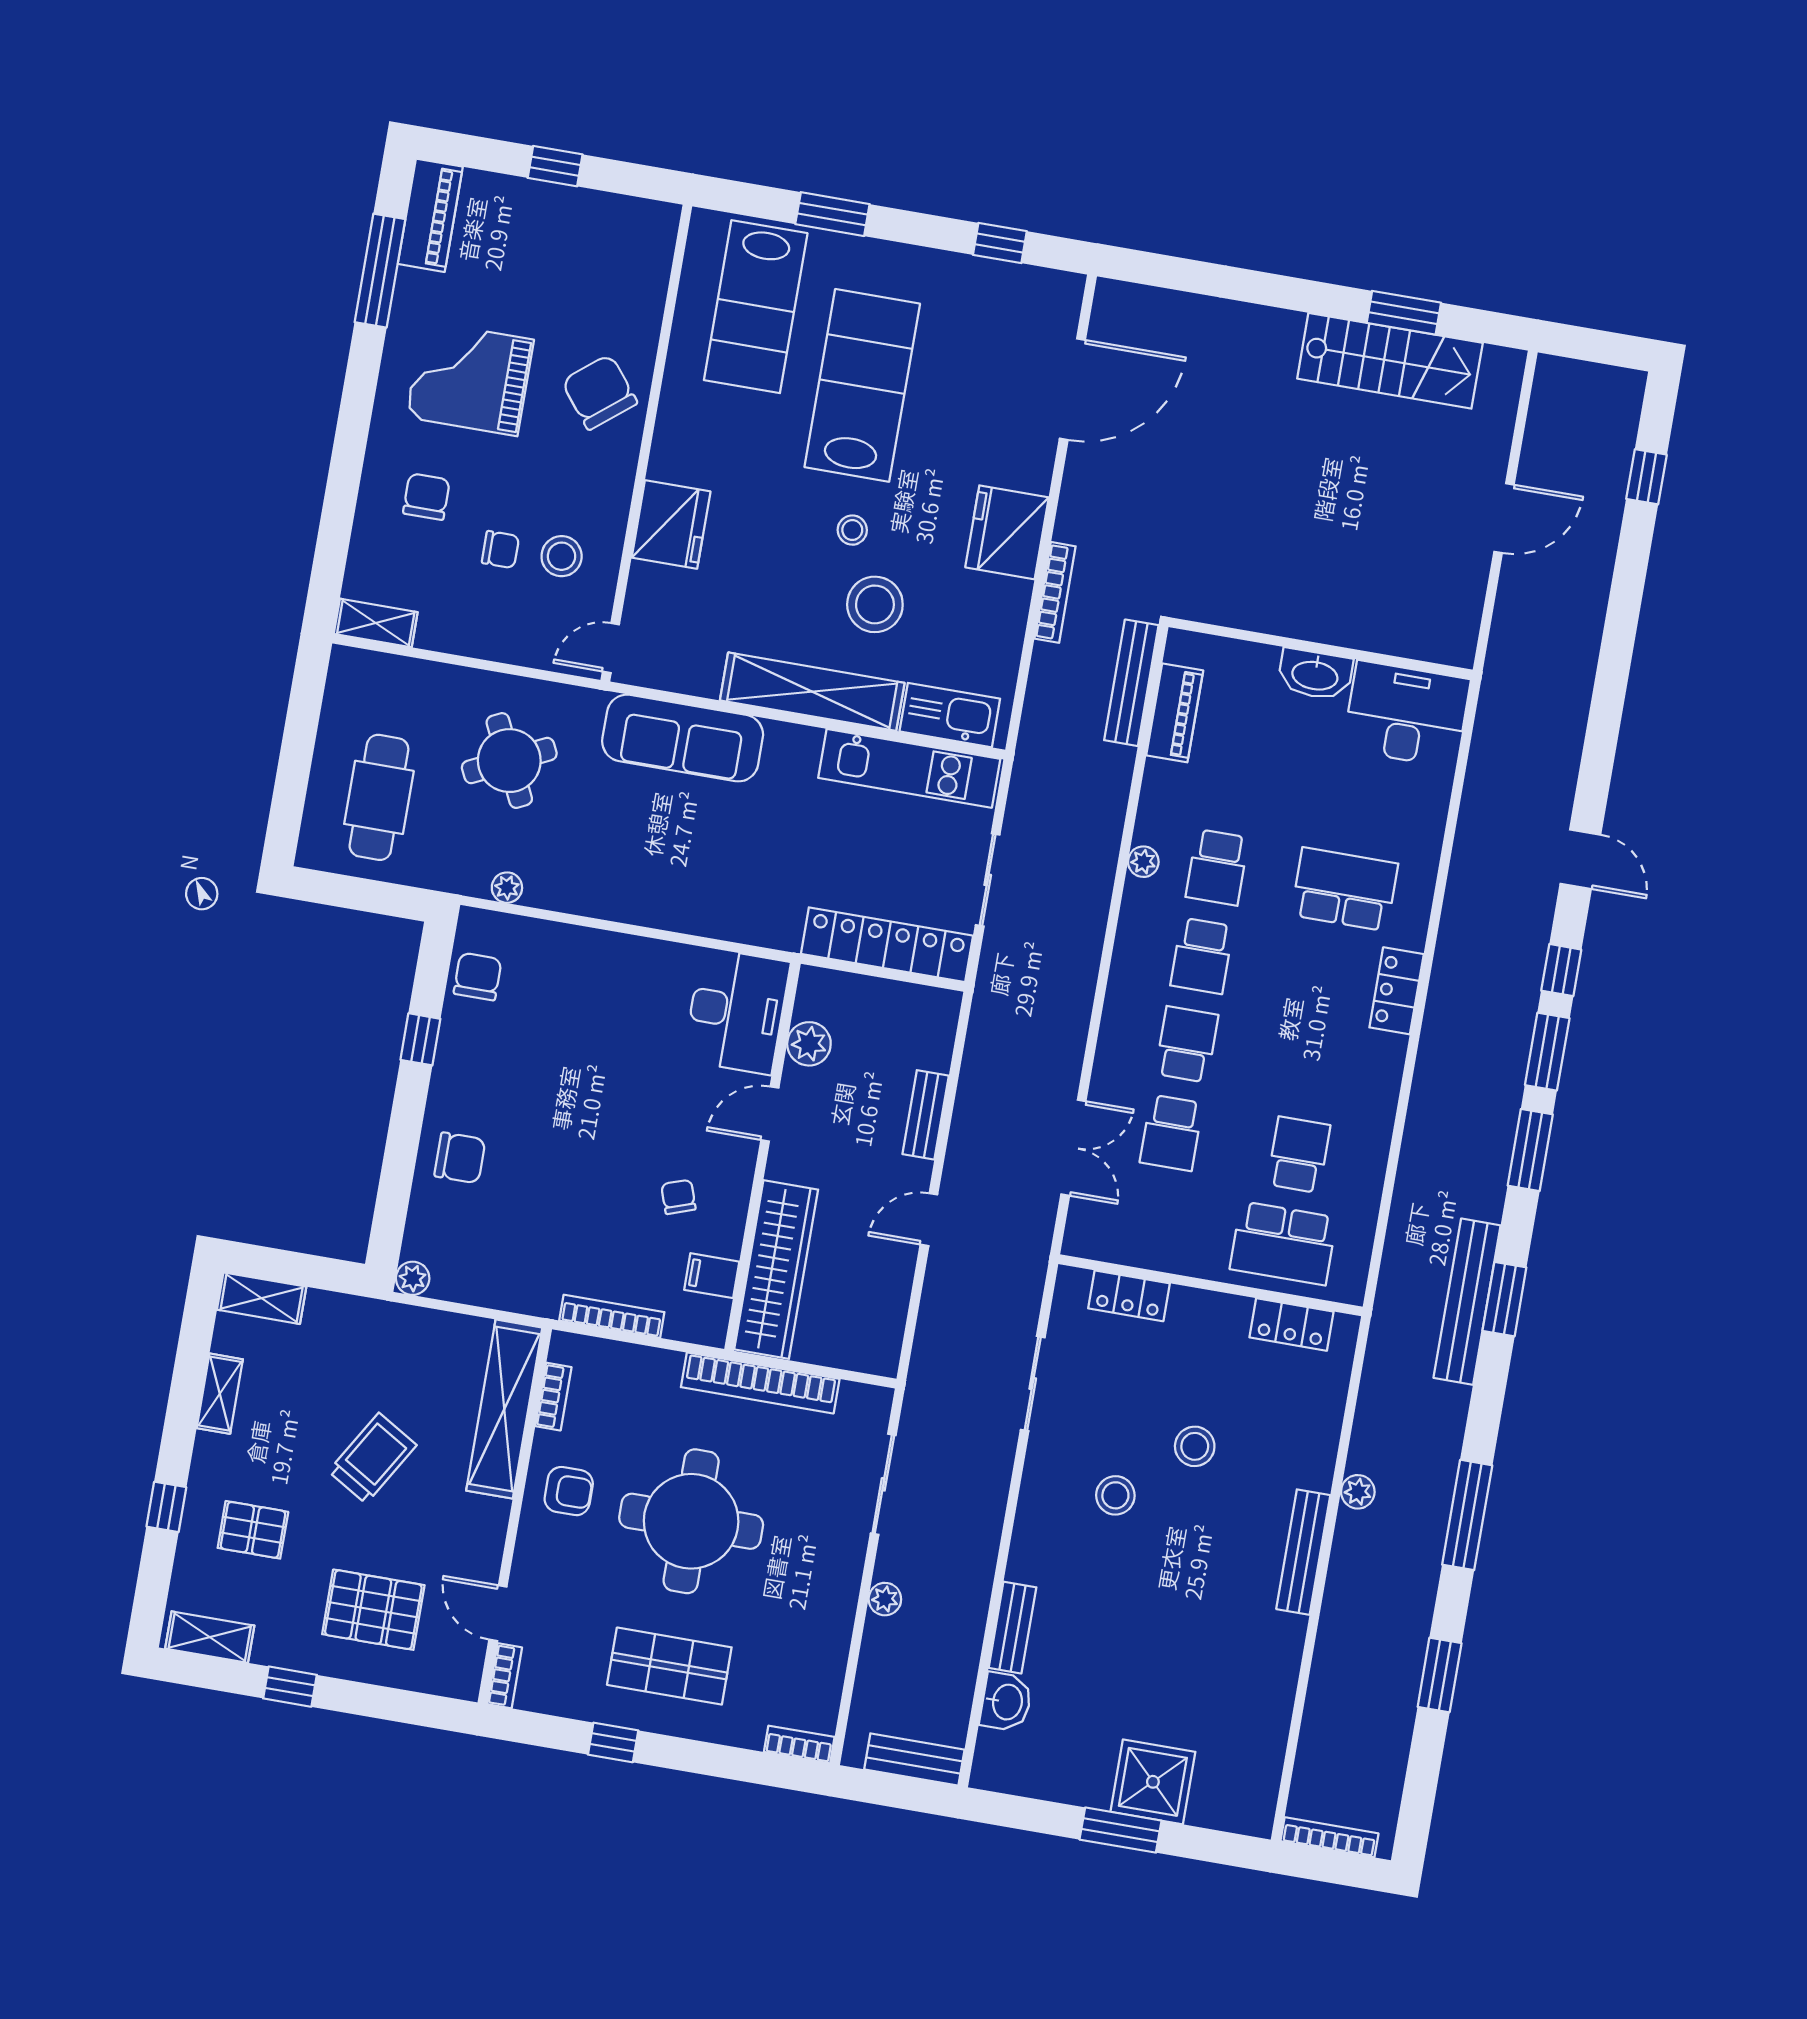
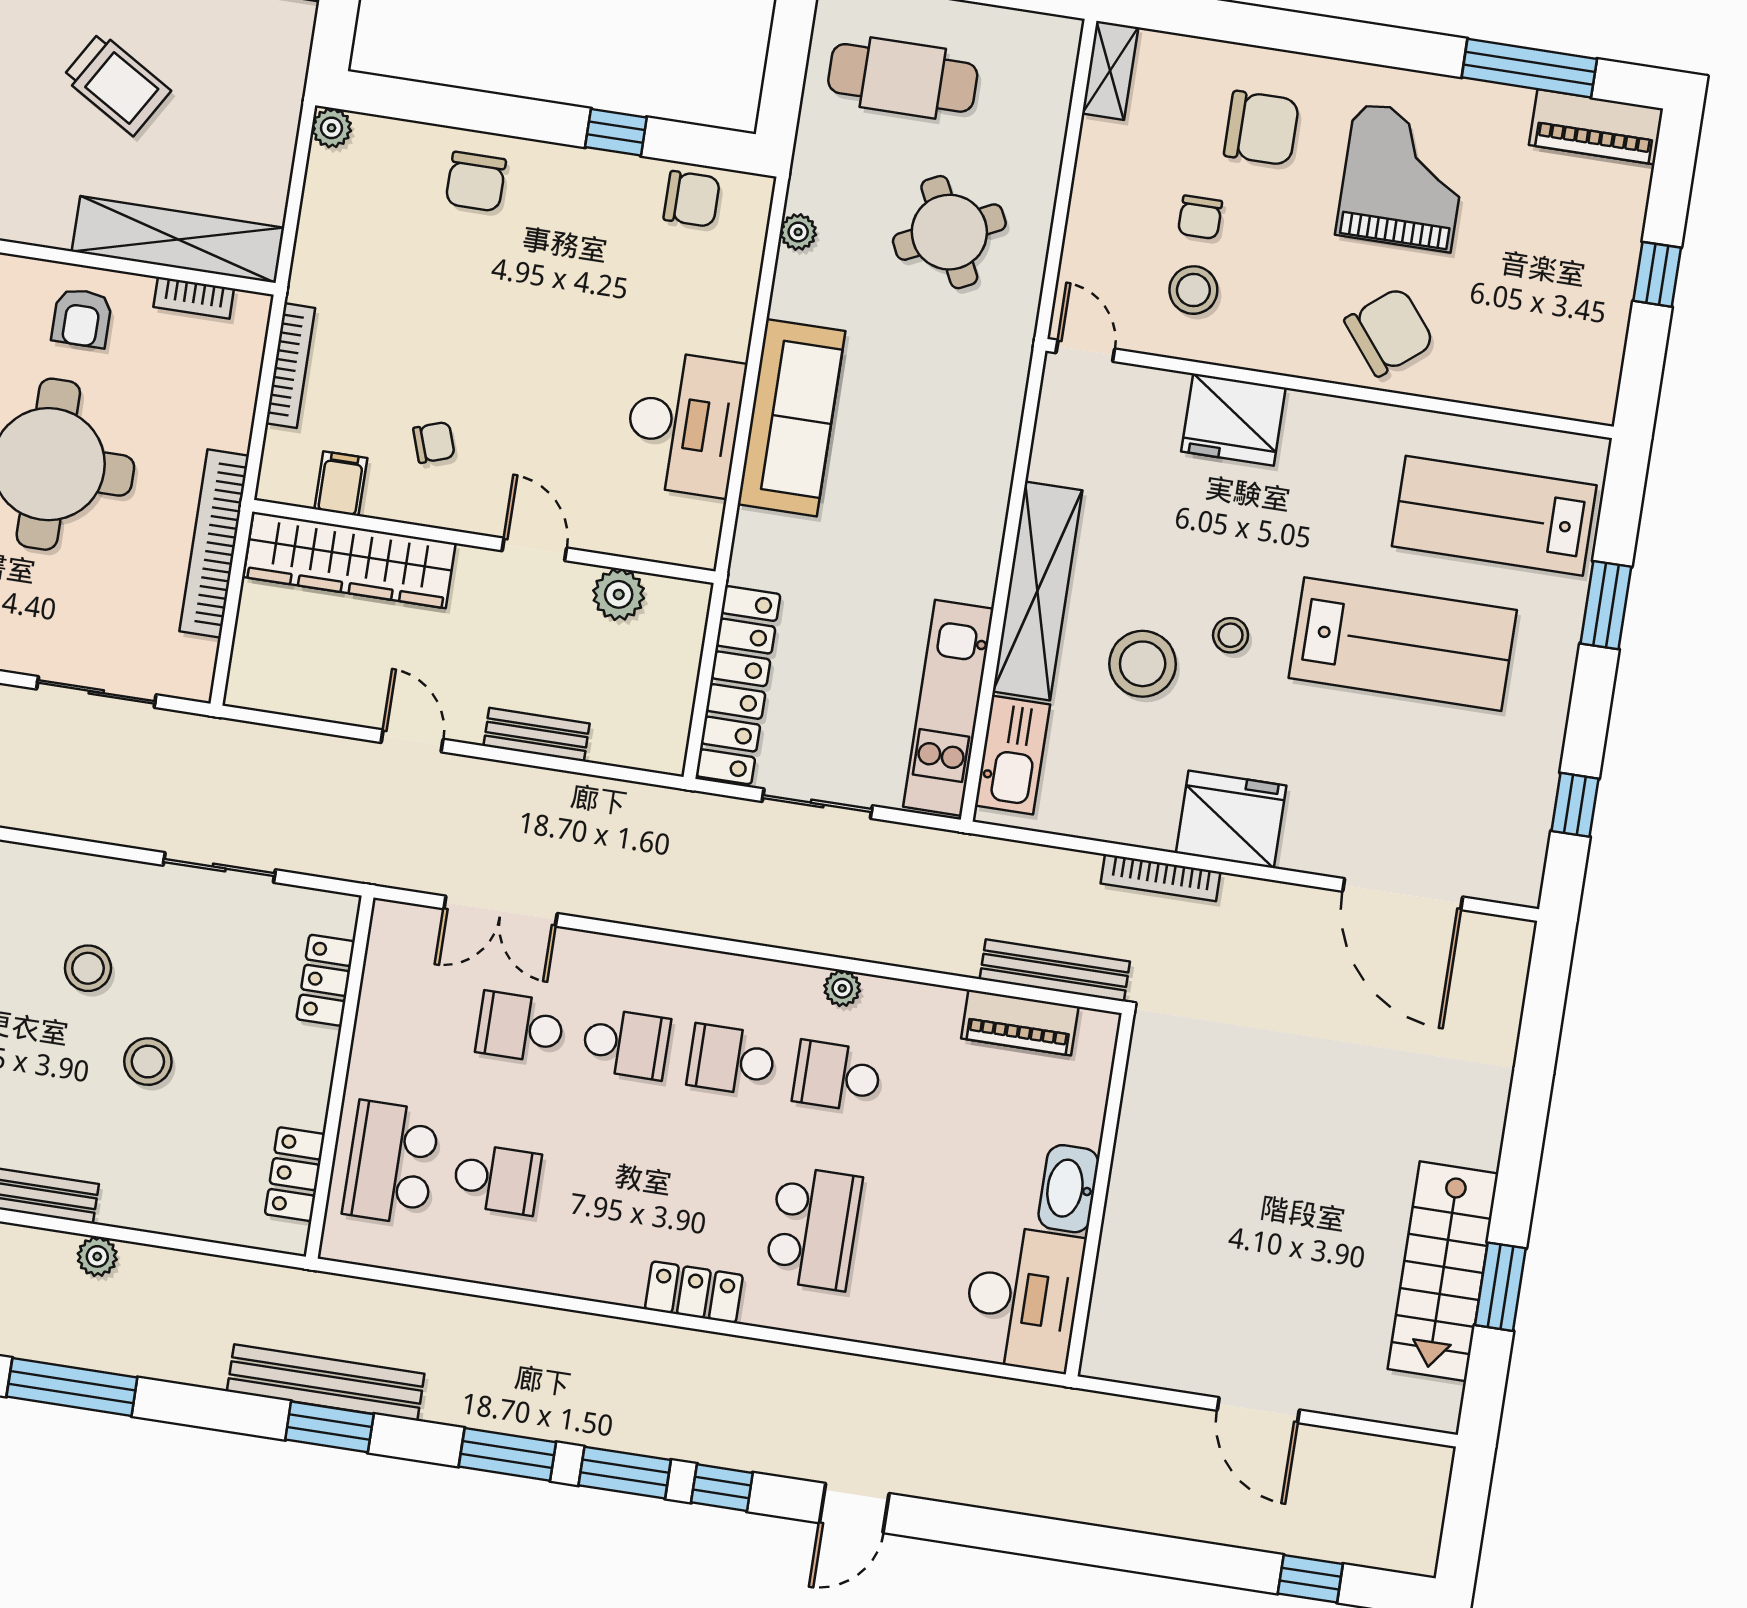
chair: (426, 497) -> (1262, 128), width x1.37, depth x1.37
sofa: (683, 738) -> (792, 418), moved, turned 180
desk: (737, 1011) -> (684, 423), moved, turned -90

